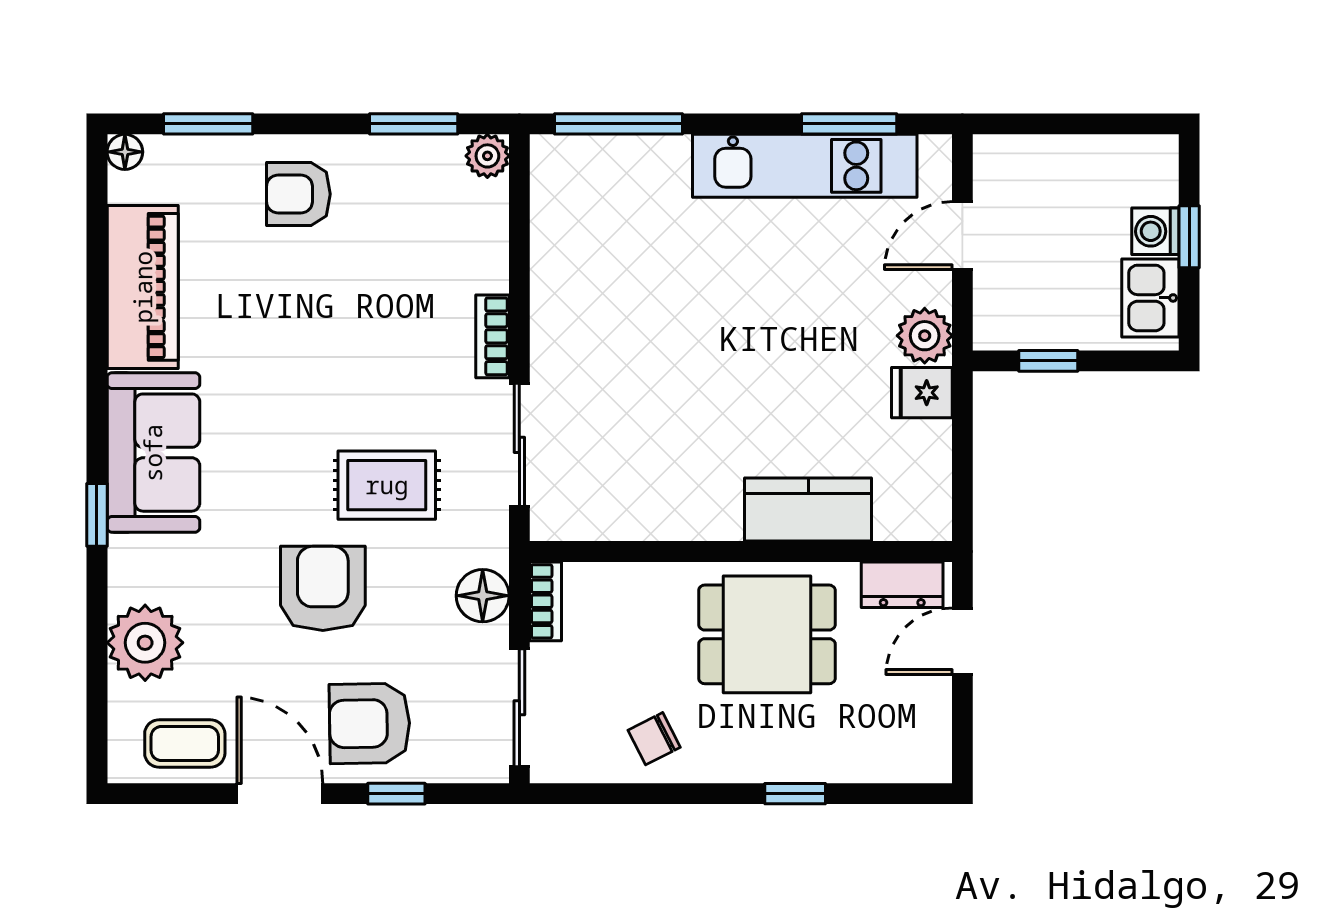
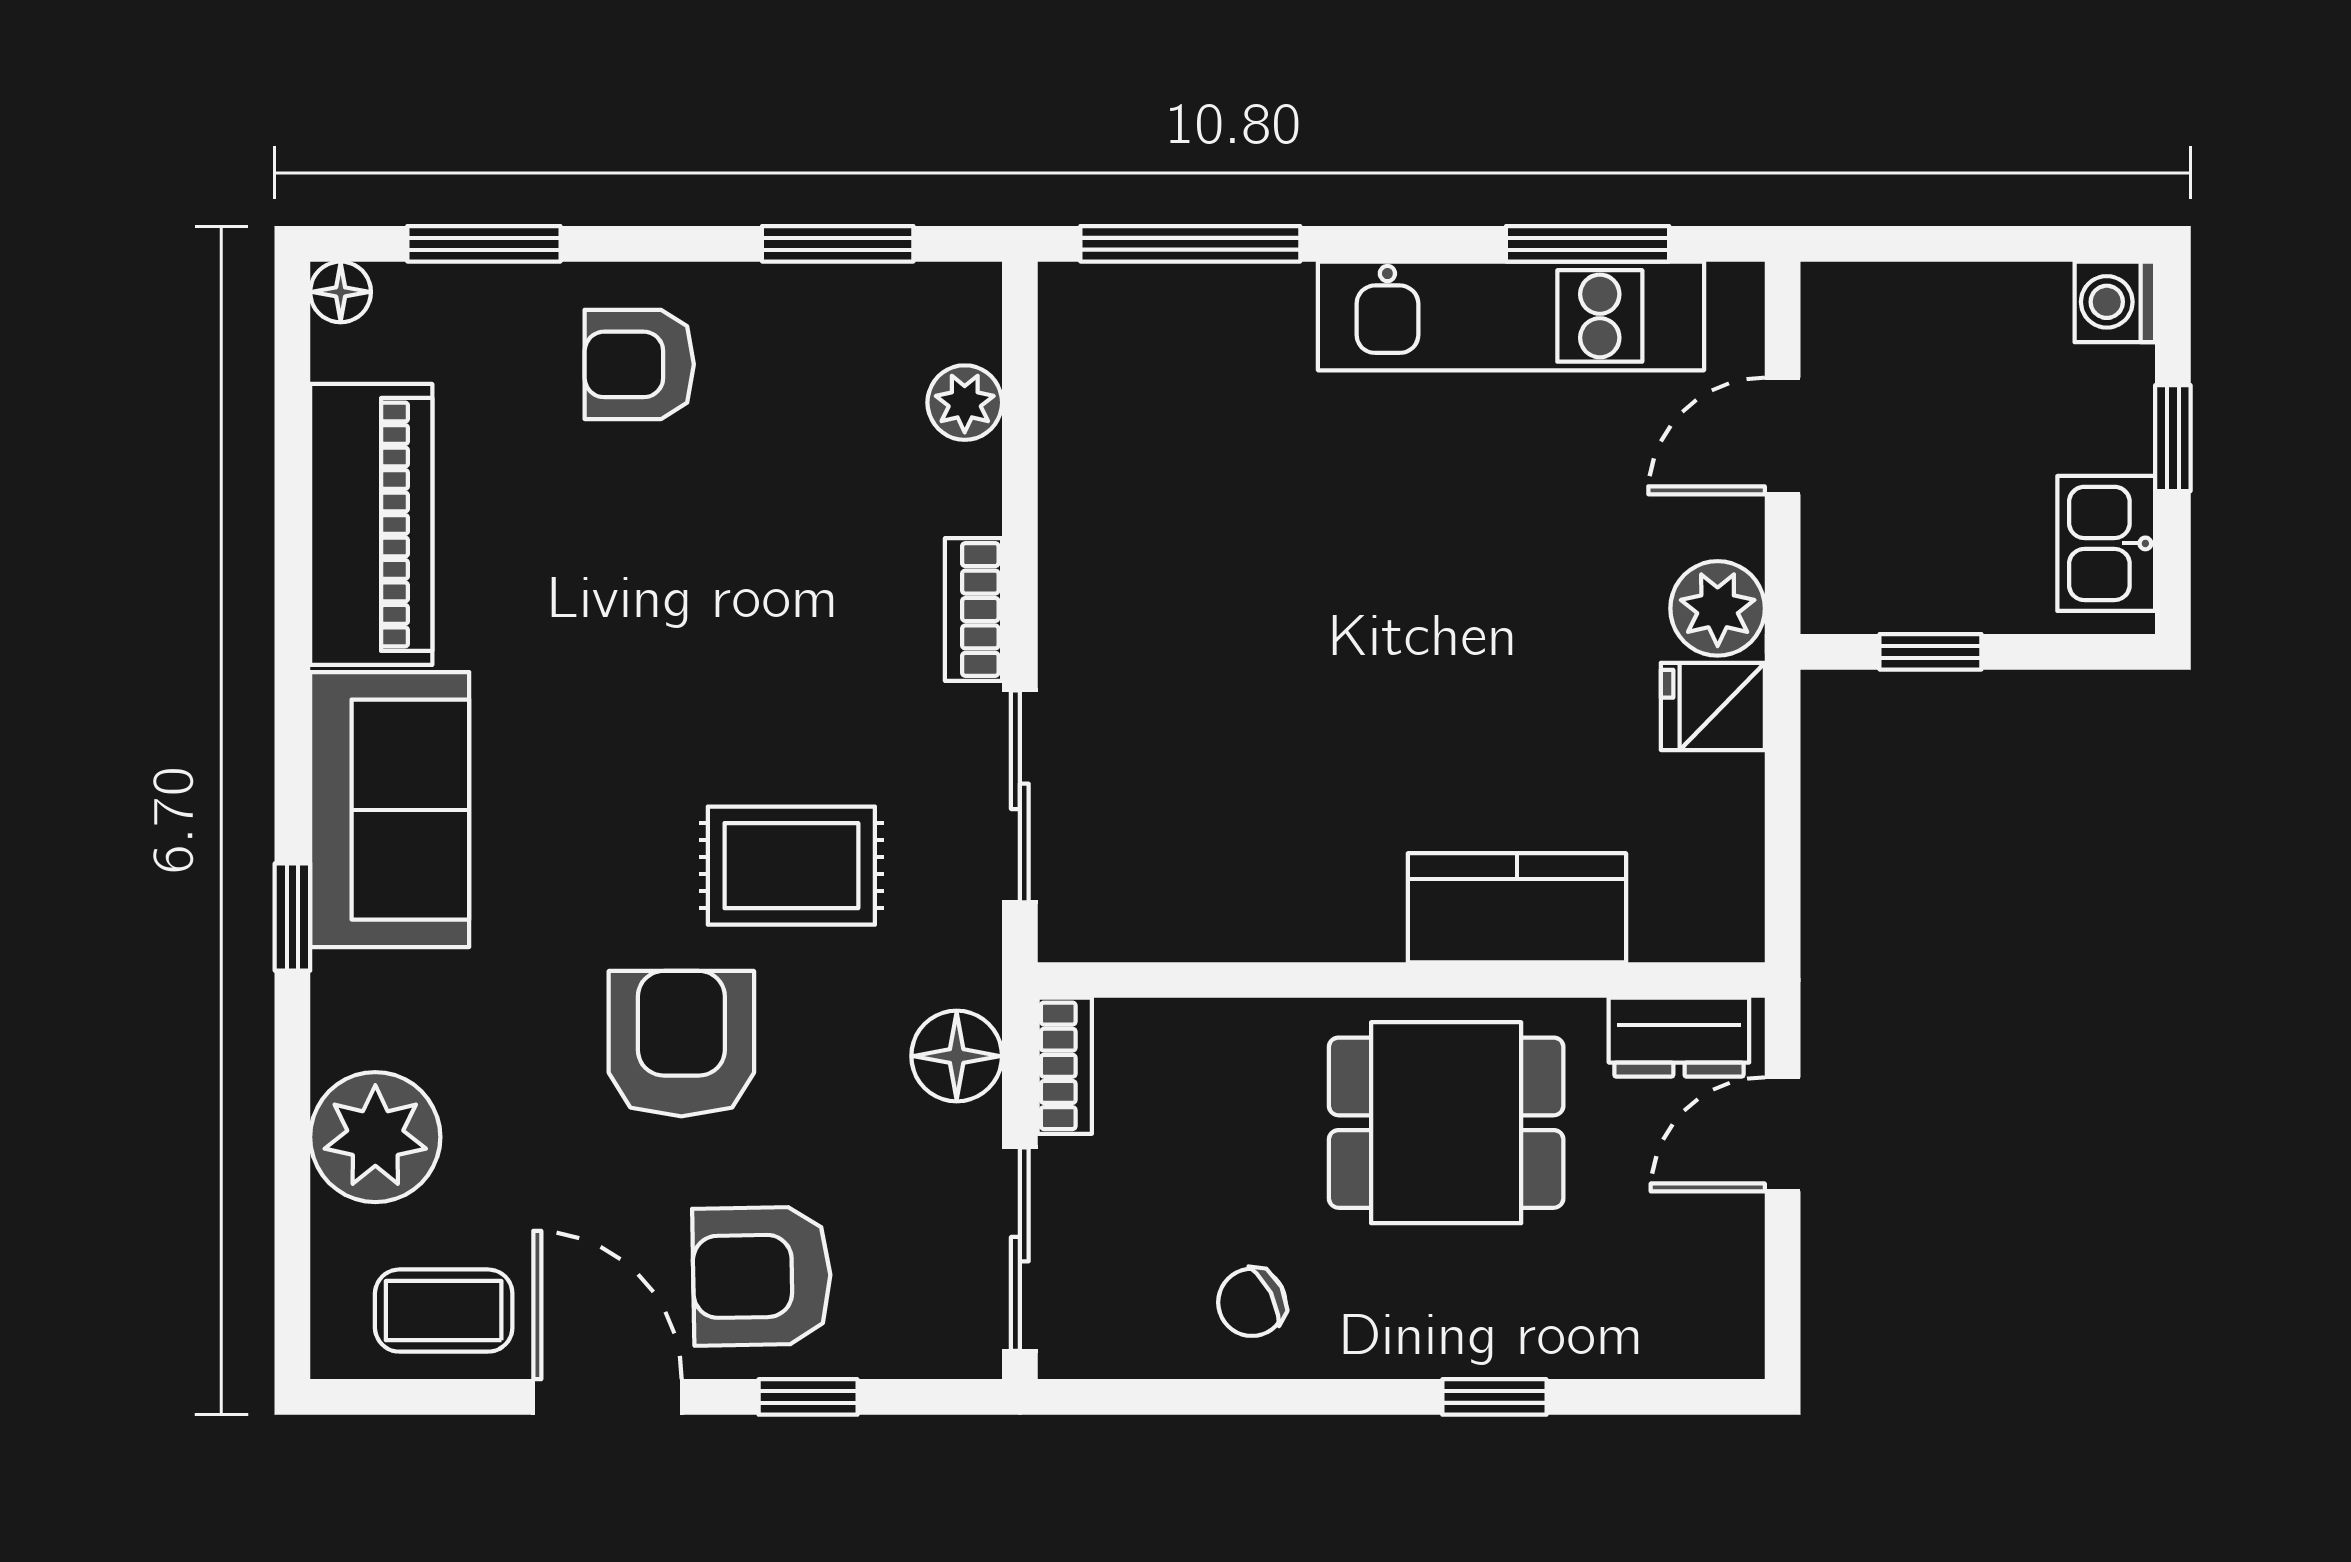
plant: (487, 156) -> (965, 403), moved
washing machine: (1155, 231) -> (2115, 302), moved

